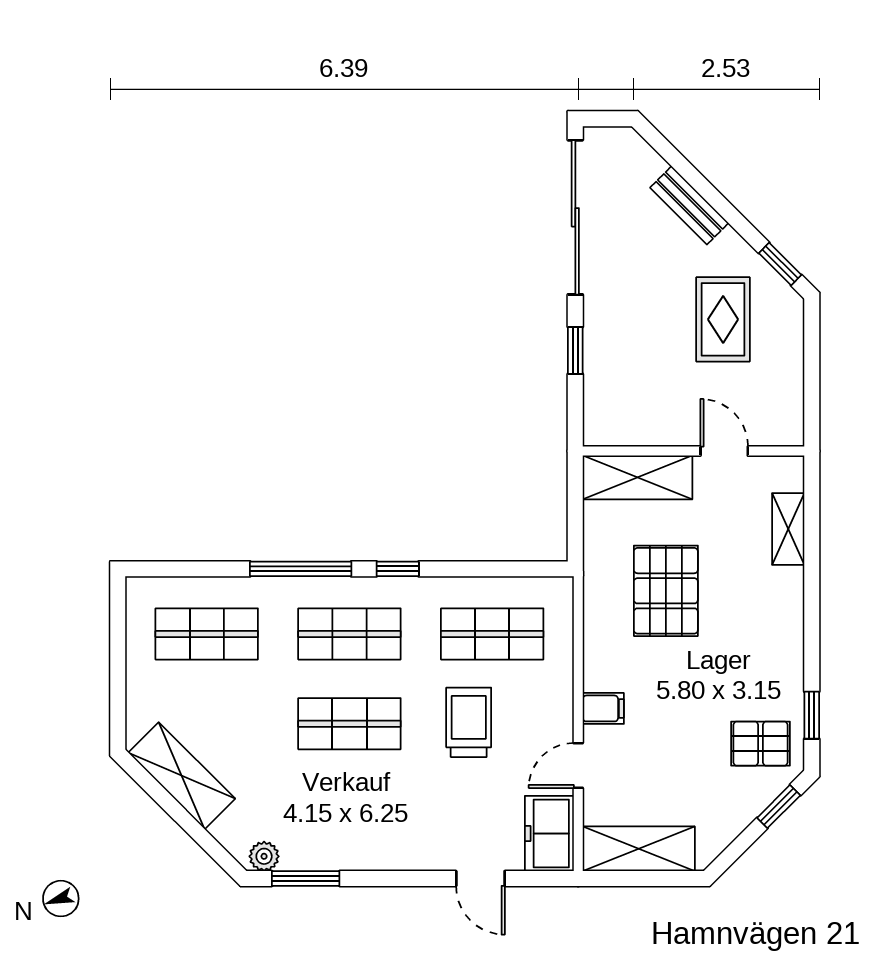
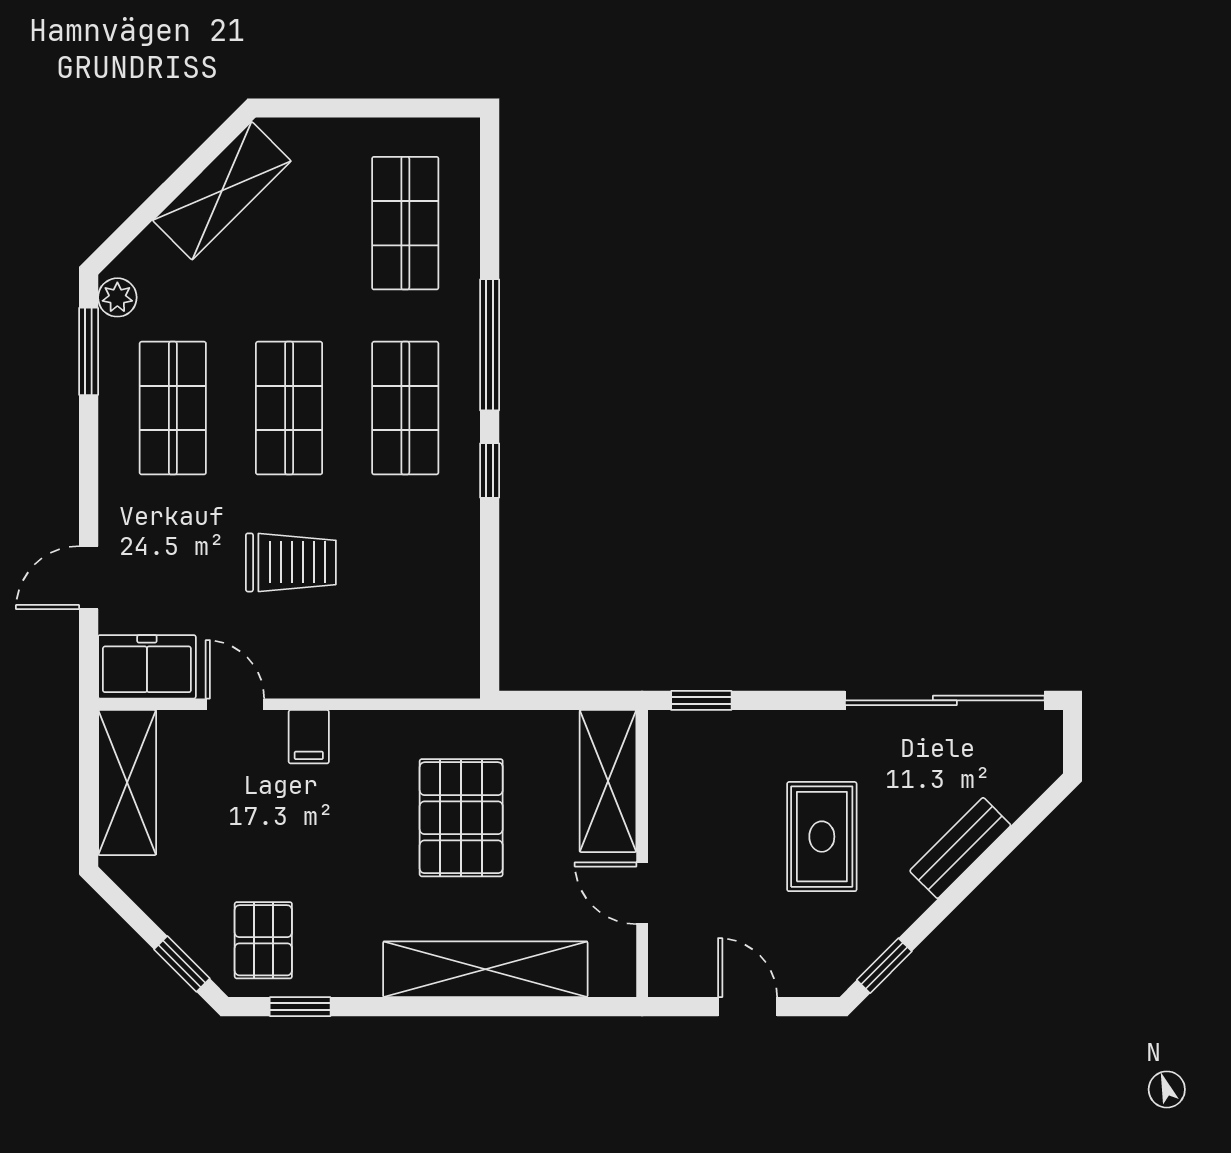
rug: (723, 319) -> (822, 837), moved, turned 90
window: (575, 350) -> (701, 700), moved
door: (812, 370) -> (748, 1007), added
door: (724, 451) -> (642, 893), swing flipped
shelving: (788, 529) -> (485, 969), width x2.20, depth x1.33
pallet: (666, 591) -> (461, 818), turned 90
shop shelf: (492, 634) -> (173, 408), moved

